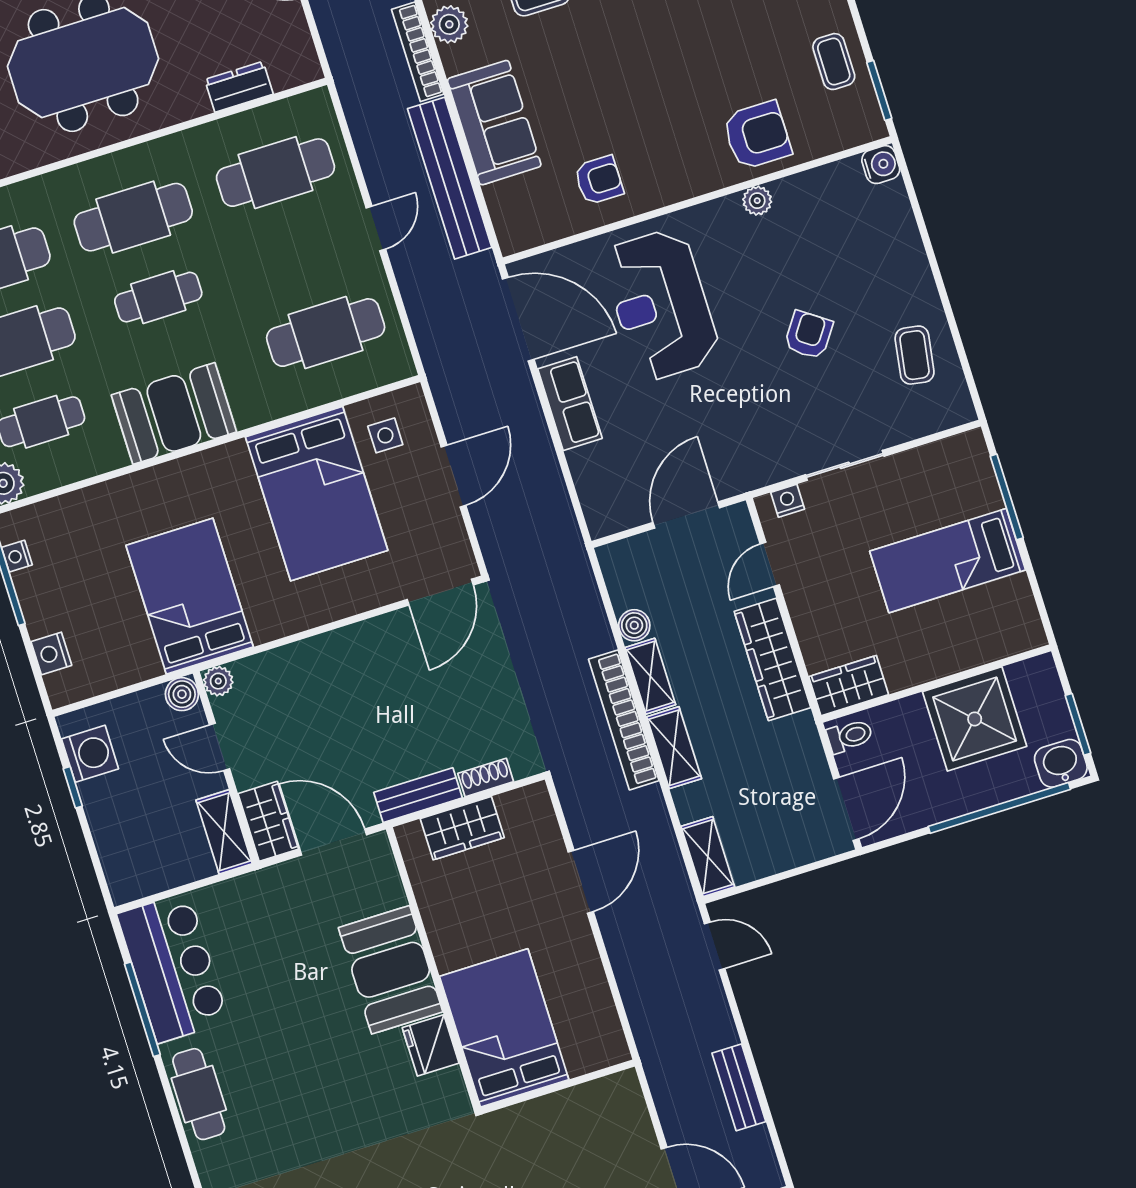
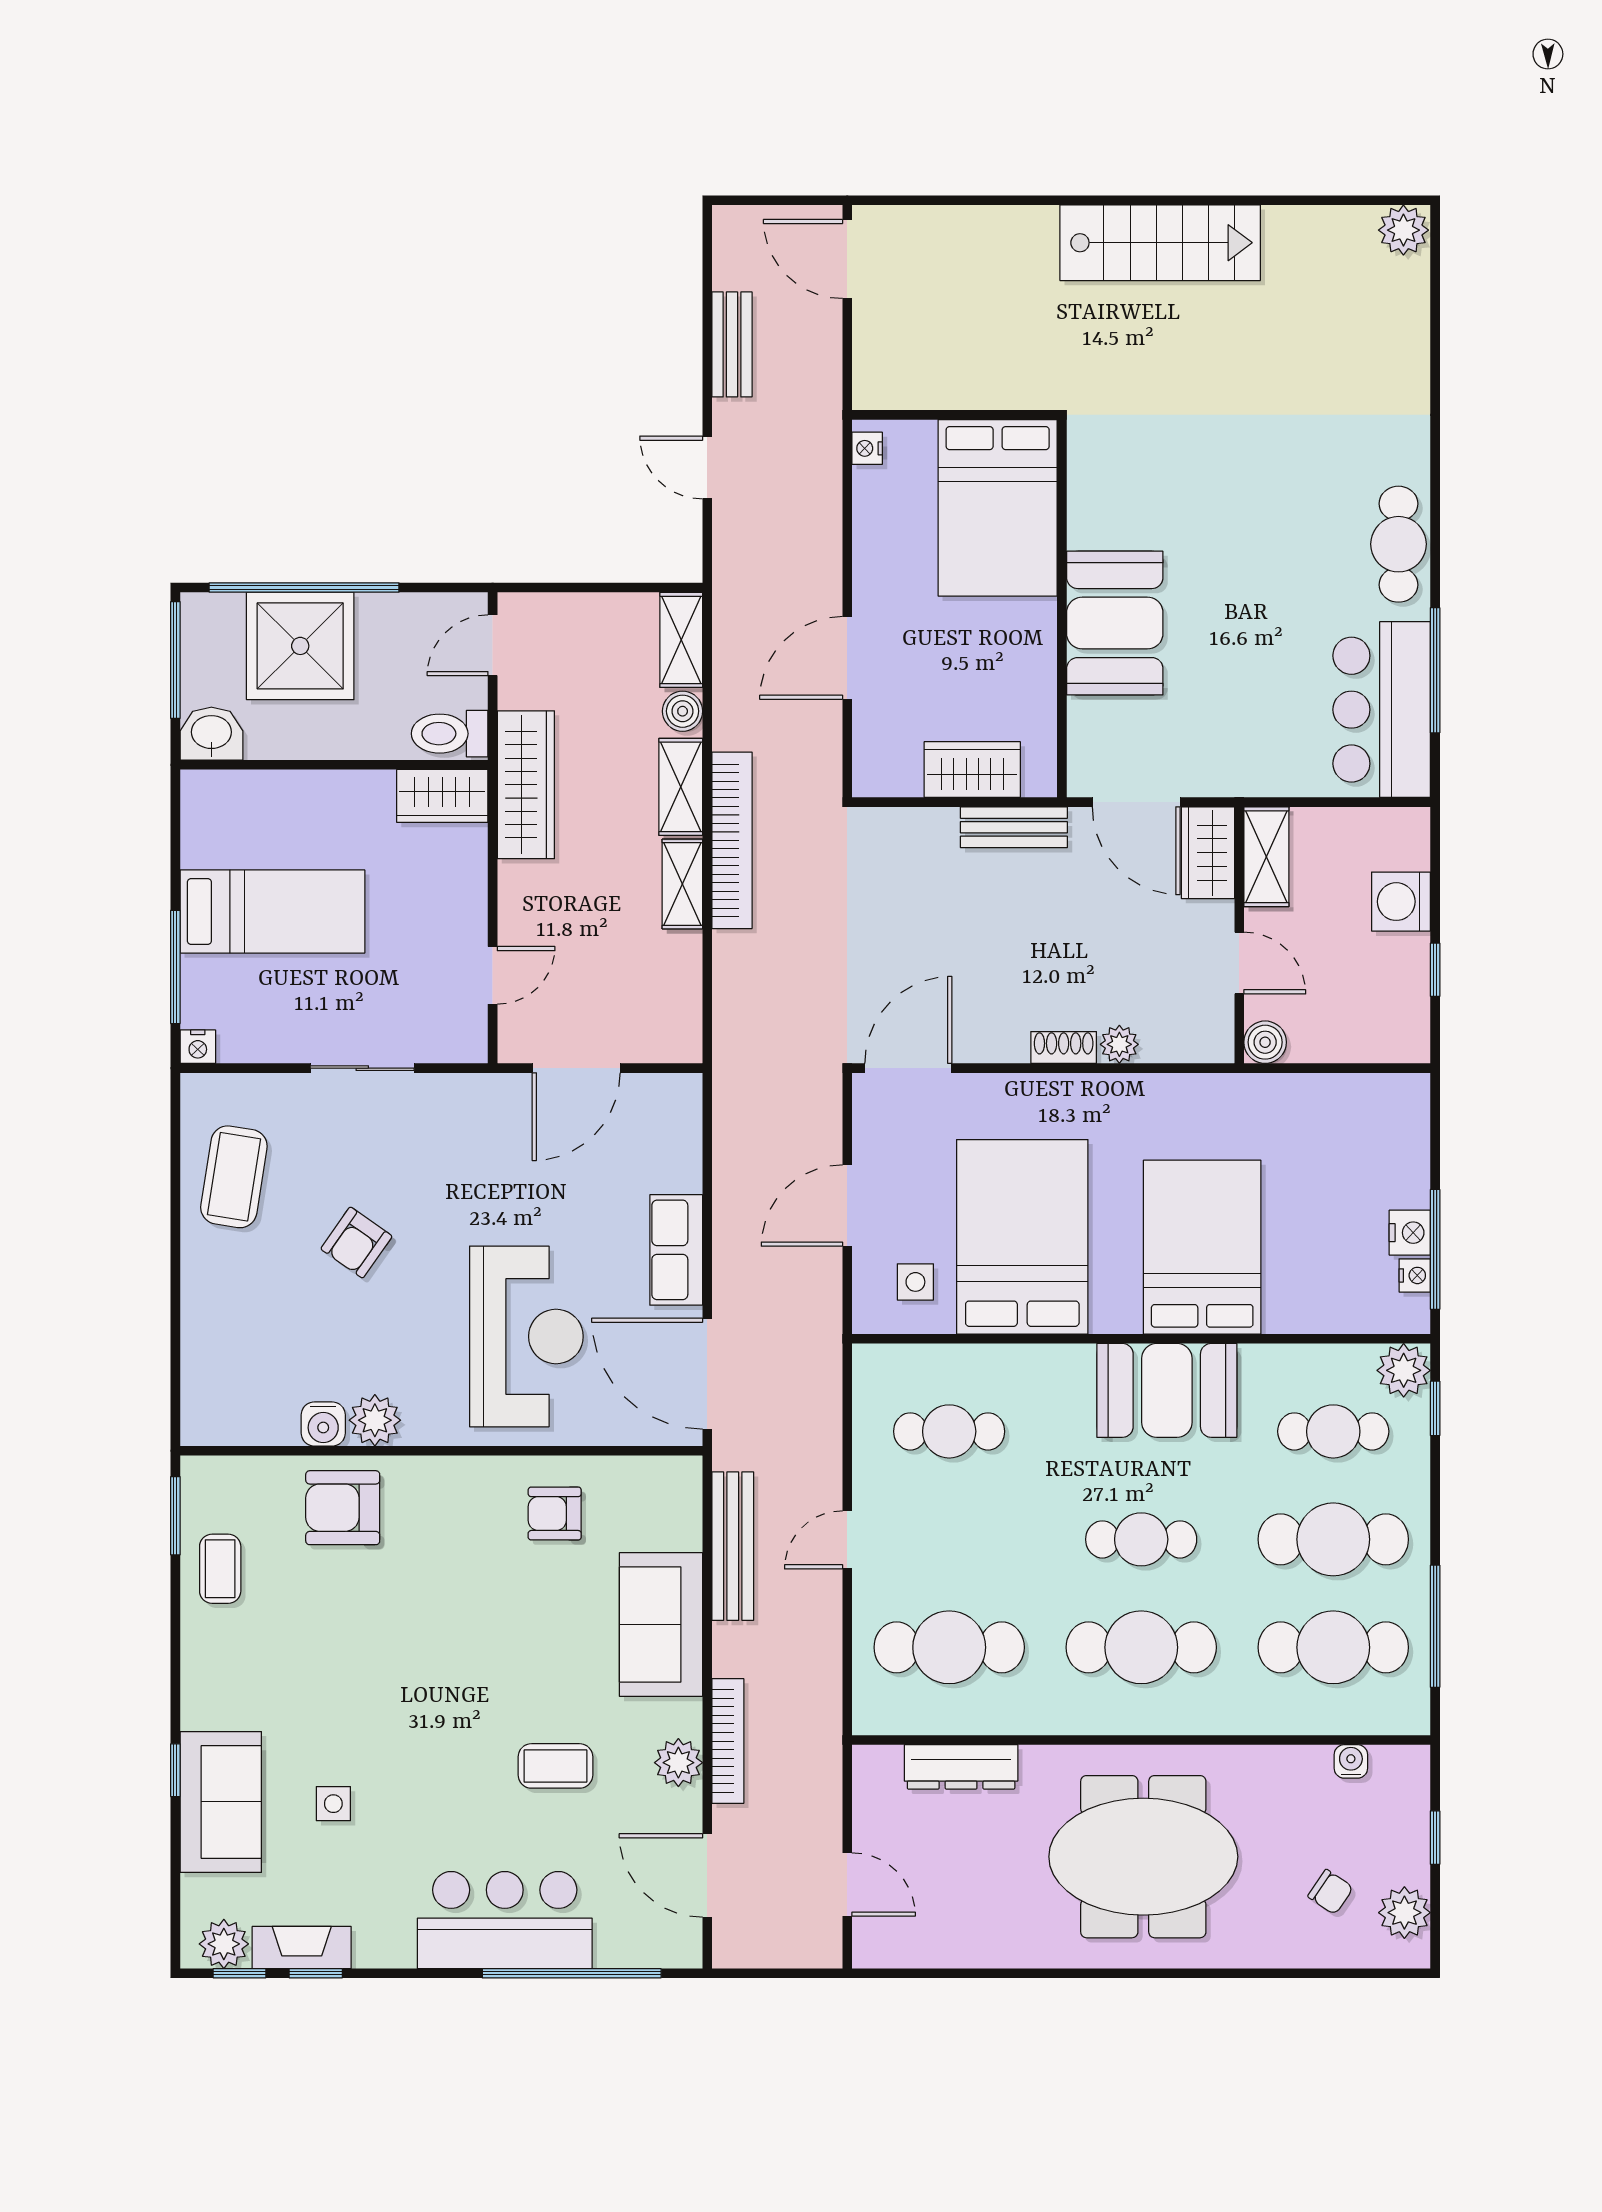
dresser: (239, 87) -> (961, 1767), width x1.44
water cooler: (881, 165) -> (323, 1424), moved, turned -90
bench: (450, 178) -> (733, 1546), width x0.73, depth x0.82
plant: (757, 201) -> (375, 1420), width x1.38, depth x1.38
cafe table: (326, 333) -> (949, 1431), width x0.73, depth x0.74
coffee table: (915, 355) -> (234, 1177), width x1.36, depth x1.30
nightstand: (788, 501) -> (198, 1047), moved
bed: (190, 596) -> (1202, 1247), moved, turned 180
boiler: (634, 625) -> (683, 711), moved
nightstand: (51, 653) -> (1410, 1233), moved
wardrobe: (772, 659) -> (526, 785), moved
plant: (218, 681) -> (1119, 1044), moved
shower: (975, 719) -> (300, 646), moved
window: (1078, 724) -> (175, 660), width x1.44
toilet: (850, 736) -> (450, 734), width x1.37, depth x1.39
washing machine: (90, 754) -> (1401, 902), moved
washbasin: (1061, 763) -> (211, 734), moved, turned 180
shoe rack: (486, 778) -> (1064, 1048), moved, turned 180
door: (846, 809) -> (493, 645), width x0.73
door: (715, 946) -> (707, 467), moved
nightstand: (615, 1042) -> (867, 448), added
fridge: (431, 1045) -> (1095, 515), removed

